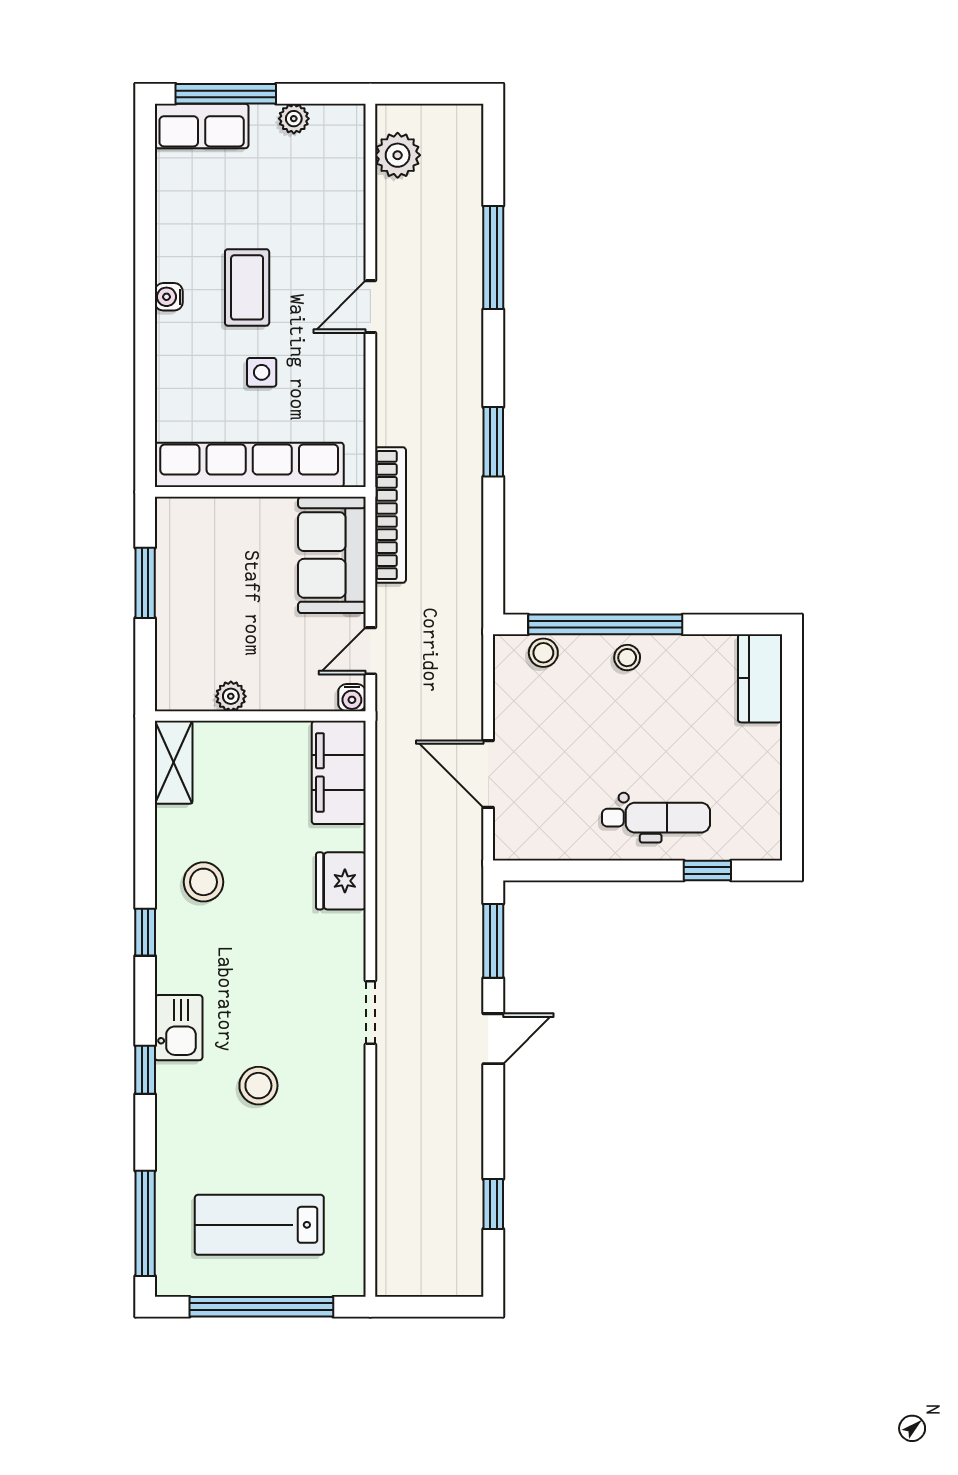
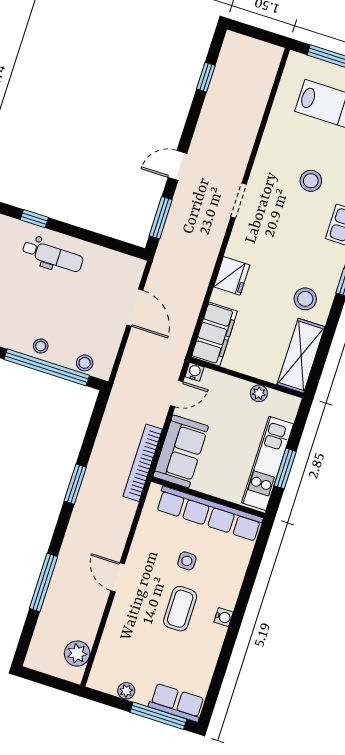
door: (370, 307) -> (118, 577), swing flipped
kitchen unit: (178, 582) -> (268, 463), added
shelving: (174, 762) -> (301, 356), width x1.50, depth x1.33
dental chair: (656, 818) -> (53, 256), turned 180

